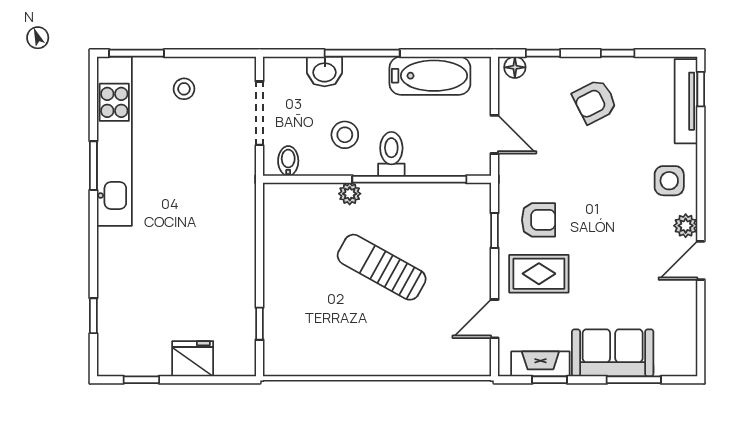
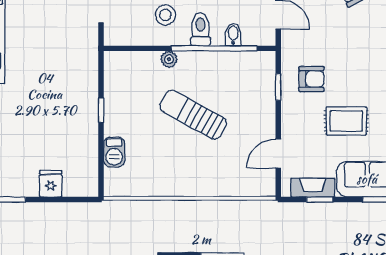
bidet: (288, 161) -> (233, 35), moved
rug: (539, 274) -> (346, 121), moved
barbecue: (277, 317) -> (114, 152), added
window: (260, 324) -> (101, 110), moved
fridge: (193, 359) -> (51, 184), width x0.72

